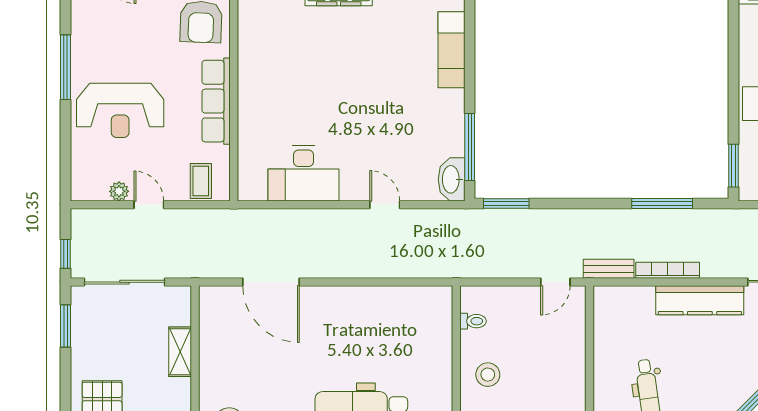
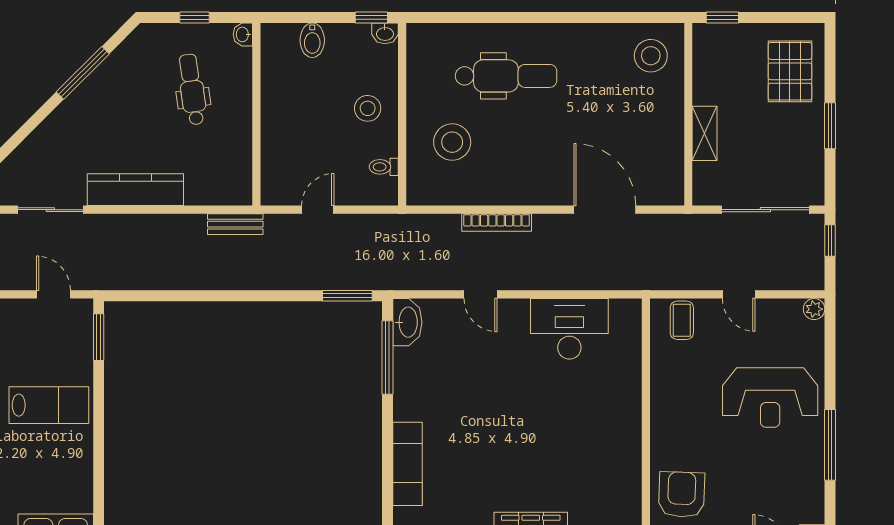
row of seats: (216, 101) -> (665, 408), removed
reception desk: (120, 110) -> (770, 398), turned 180
plant: (119, 191) -> (814, 309), moved
window: (662, 203) -> (177, 296), removed
bookcase: (668, 270) -> (497, 222), moved
door: (555, 282) -> (318, 210), moved
window: (65, 326) -> (830, 126), moved
stool: (411, 344) -> (452, 142), added

